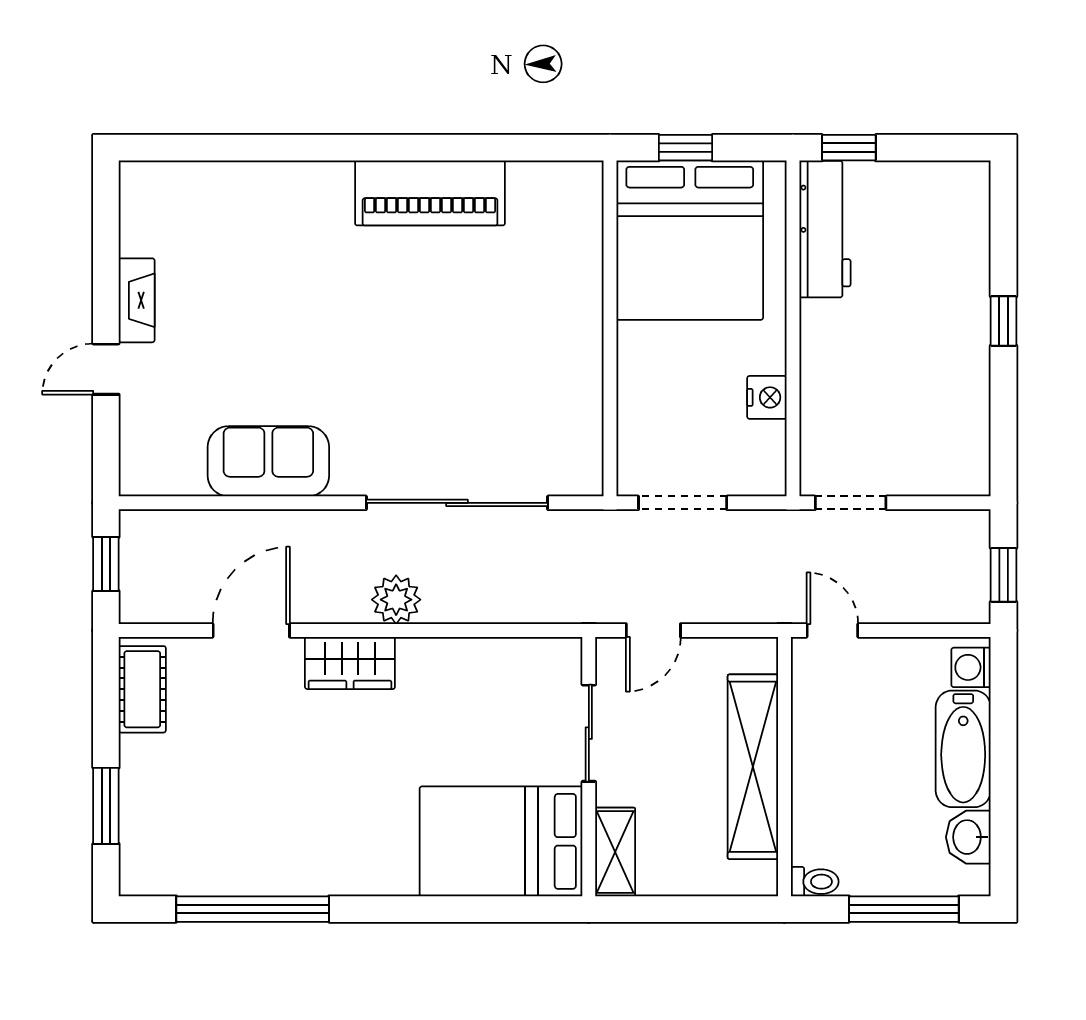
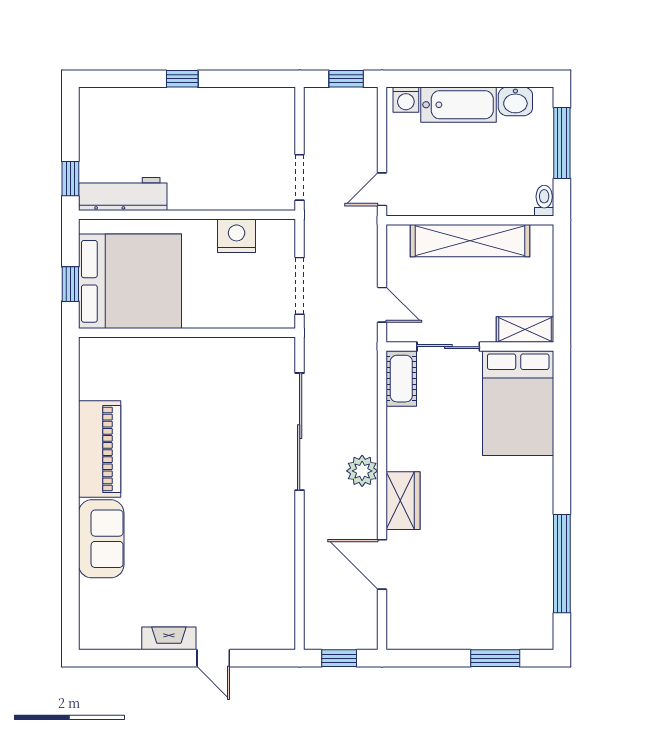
nightstand: (767, 397) -> (237, 236), width x1.36, depth x1.33
sofa: (268, 461) -> (101, 539), moved, turned 180
cot: (142, 689) -> (401, 379), moved, turned 90

